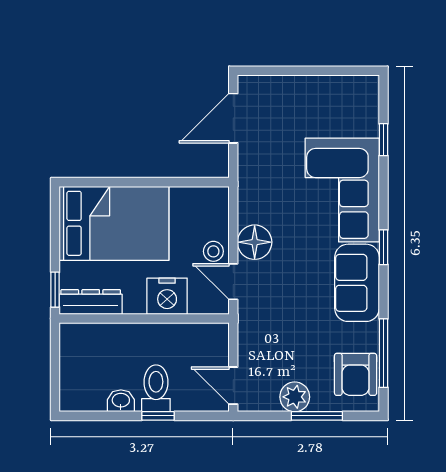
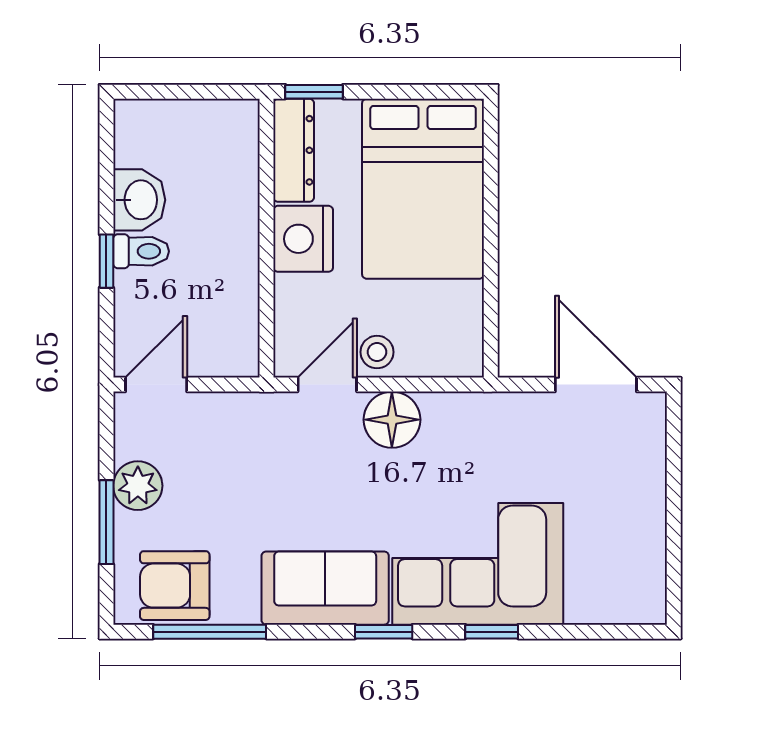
window: (384, 140) -> (492, 632), moved
nightstand: (167, 296) -> (303, 239), moved
toilet: (156, 388) -> (141, 251), width x0.73, depth x0.72
washbasin: (121, 401) -> (139, 200), width x1.38, depth x1.45

